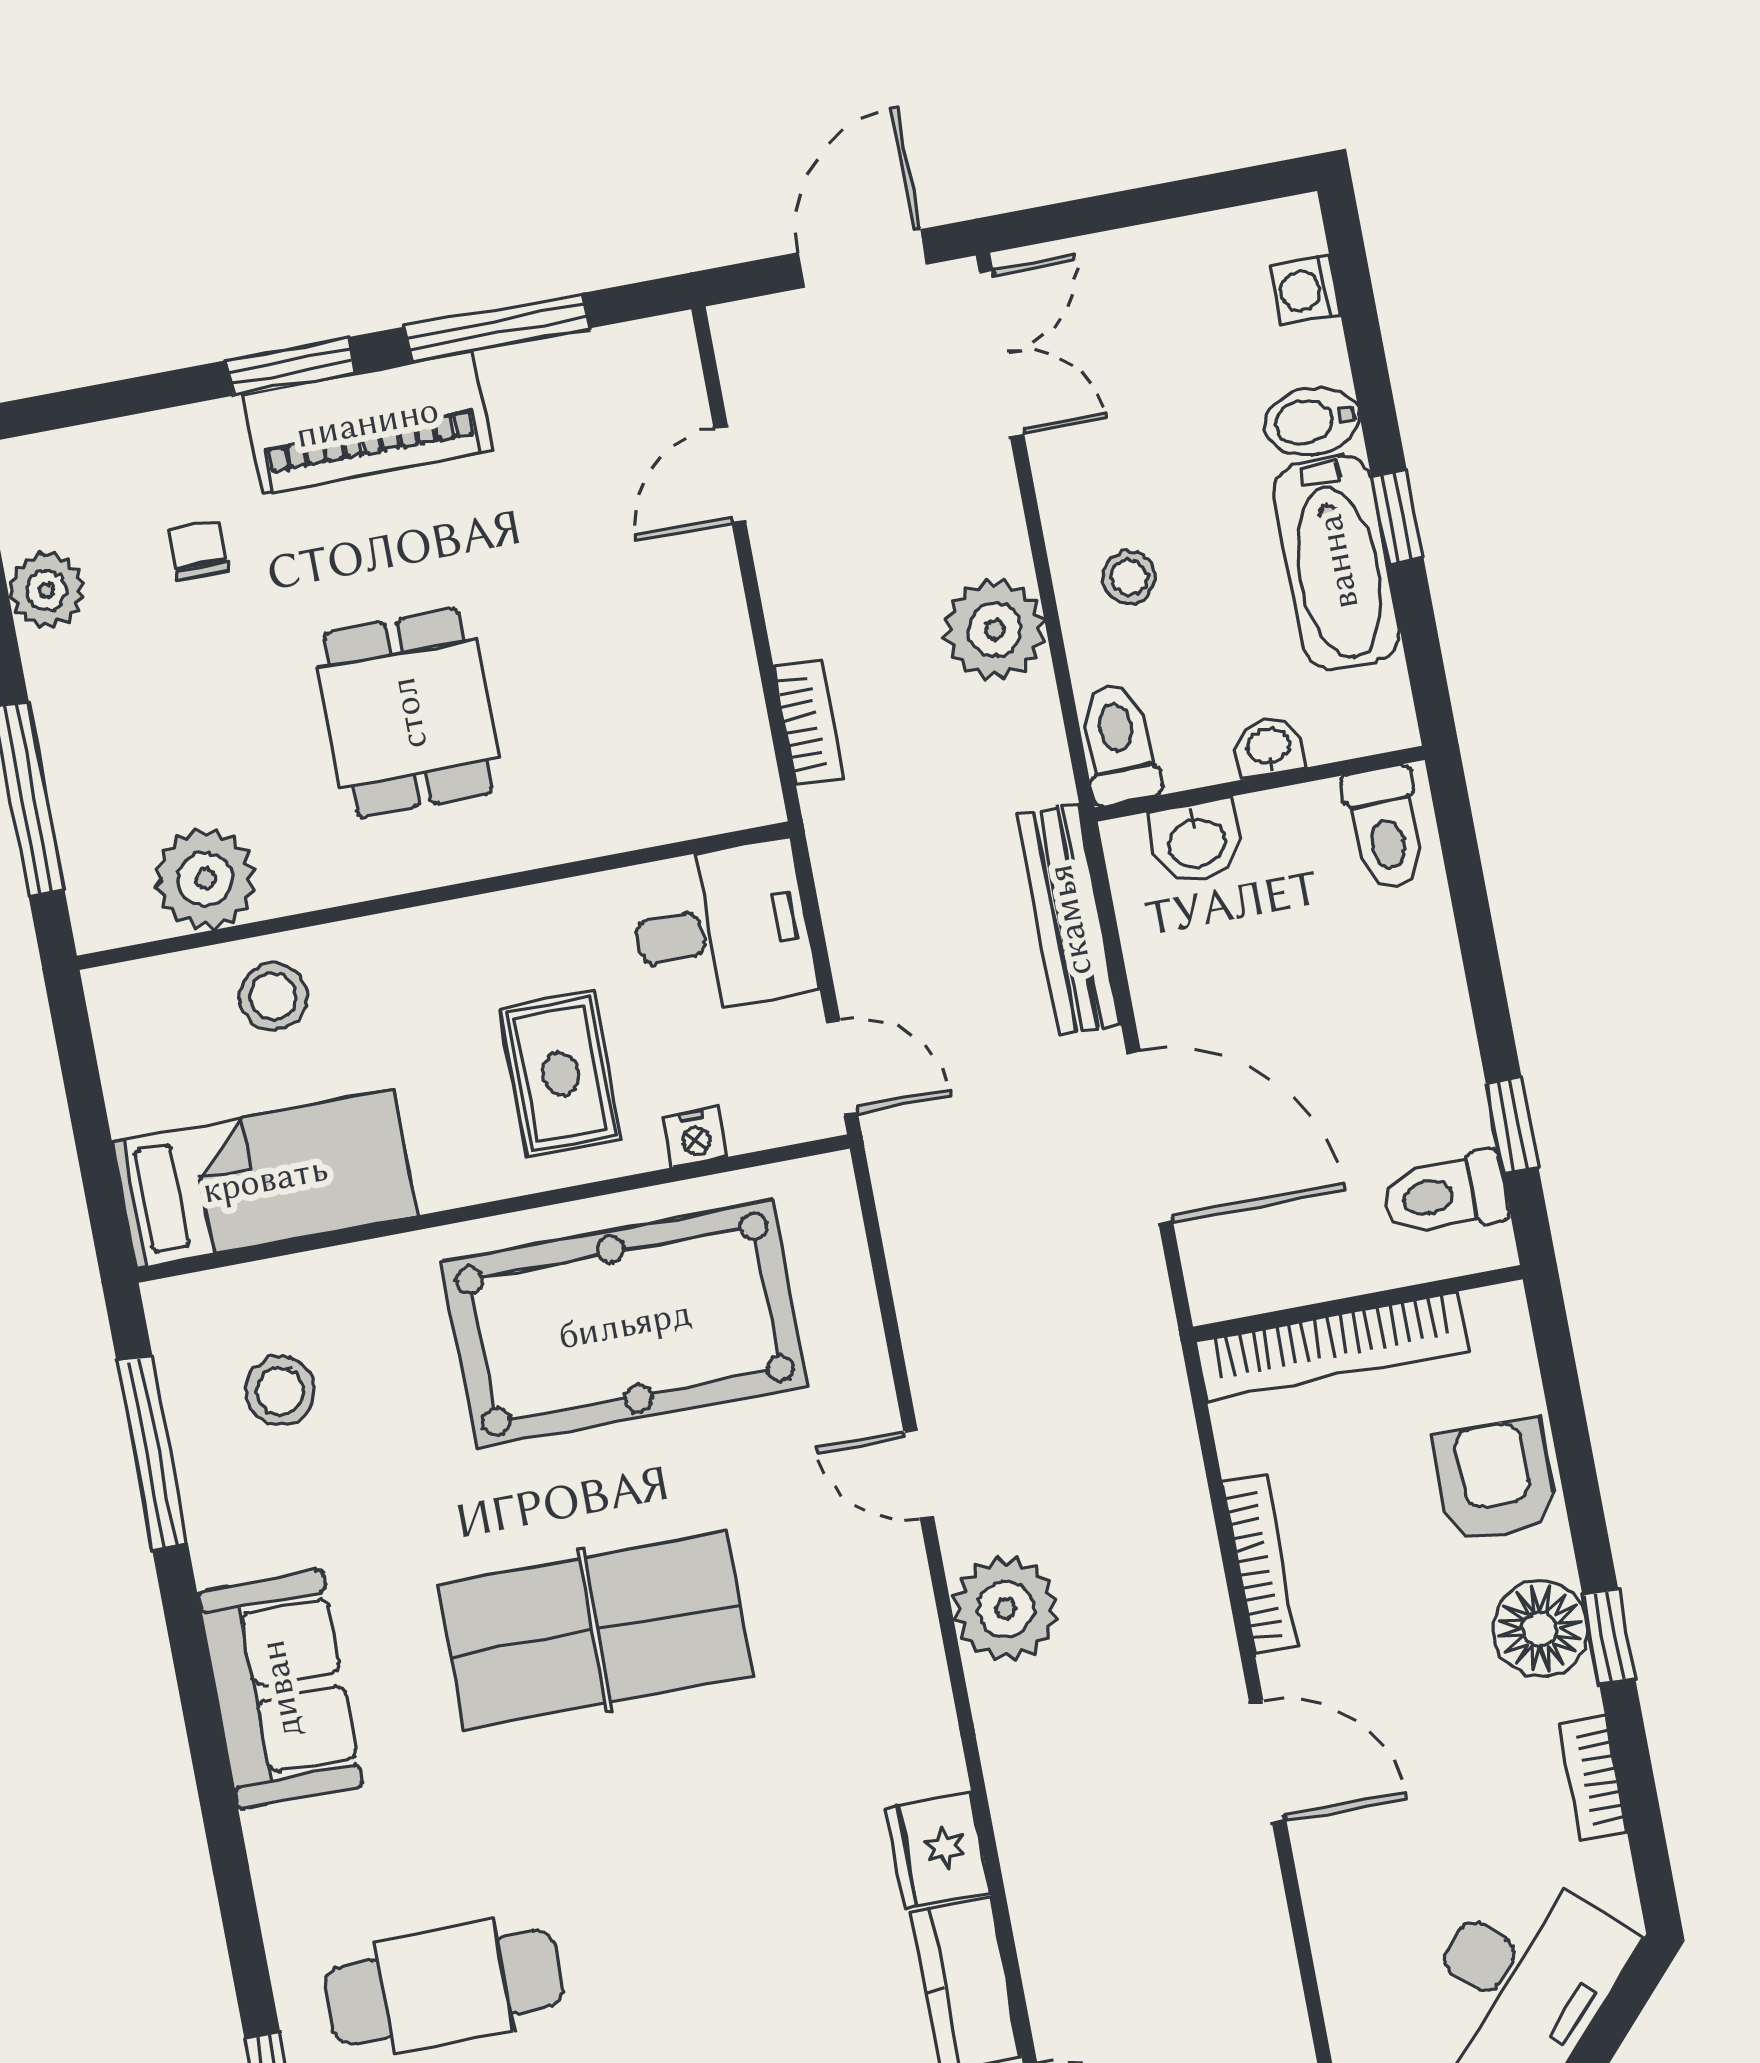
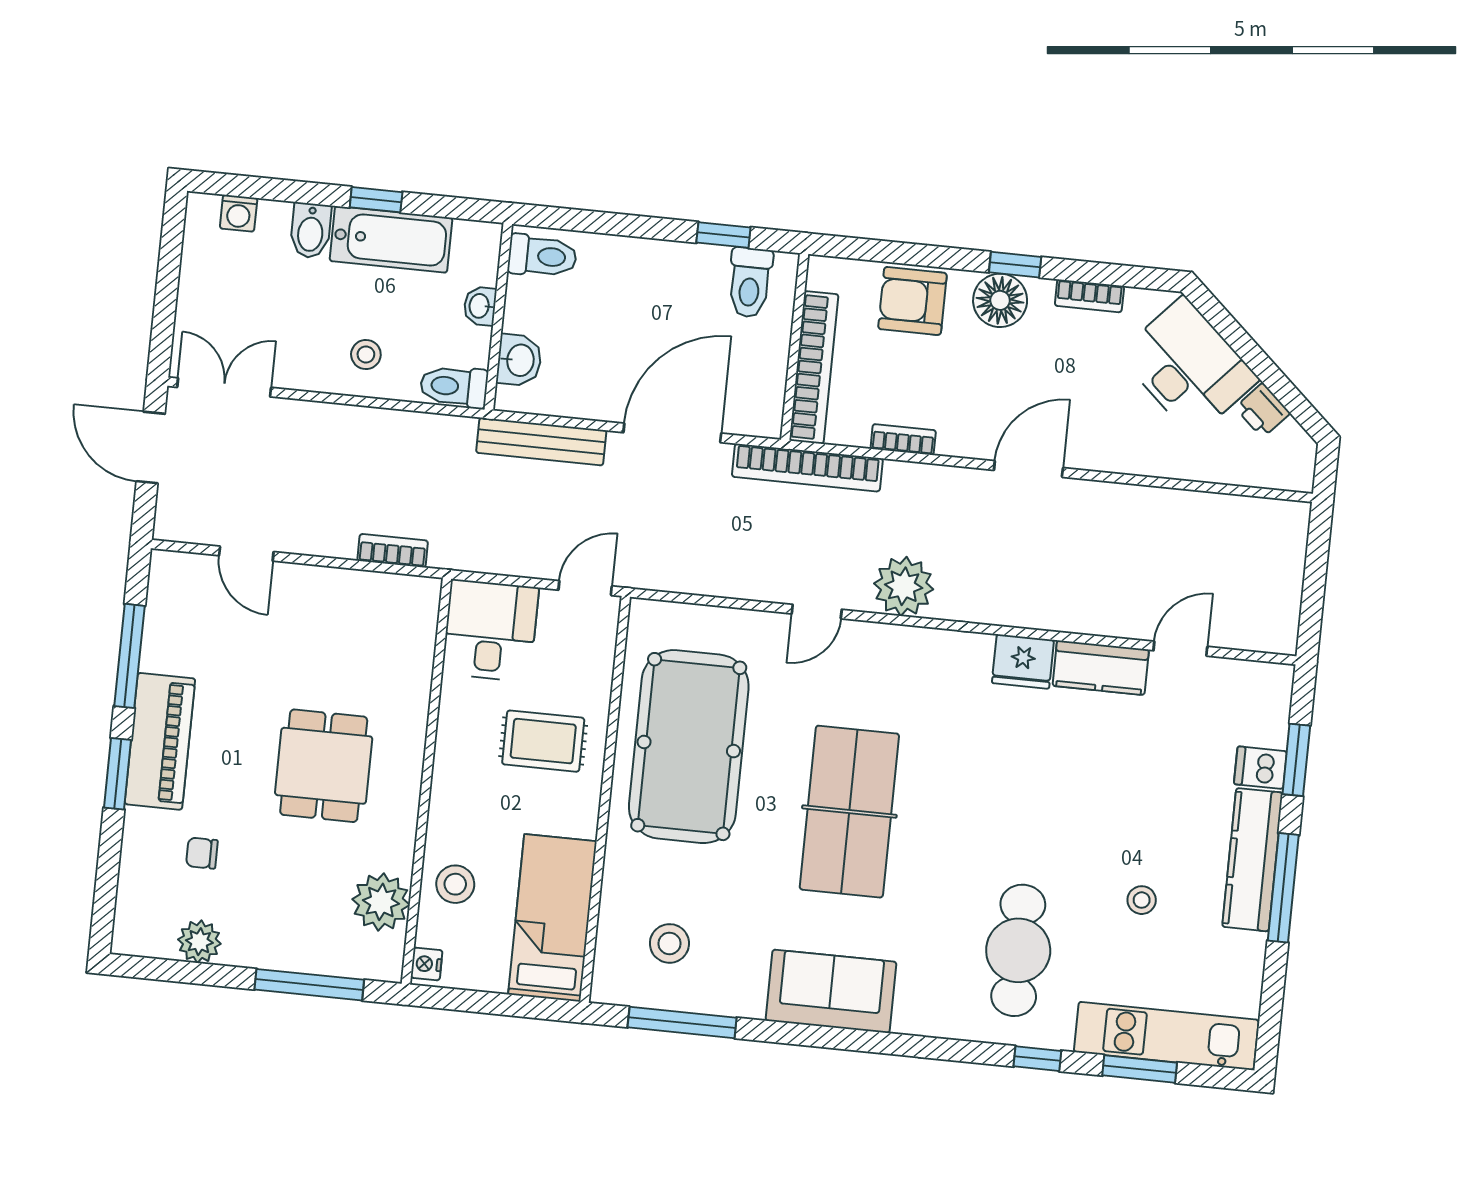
plant: (995, 630) -> (372, 435), removed
dining table: (408, 713) -> (324, 766), turned 90
nightstand: (695, 1137) -> (427, 964), moved, turned 180
bookcase: (1159, 1385) -> (807, 468), added
bookcase: (1261, 1565) -> (903, 439), width x0.64

